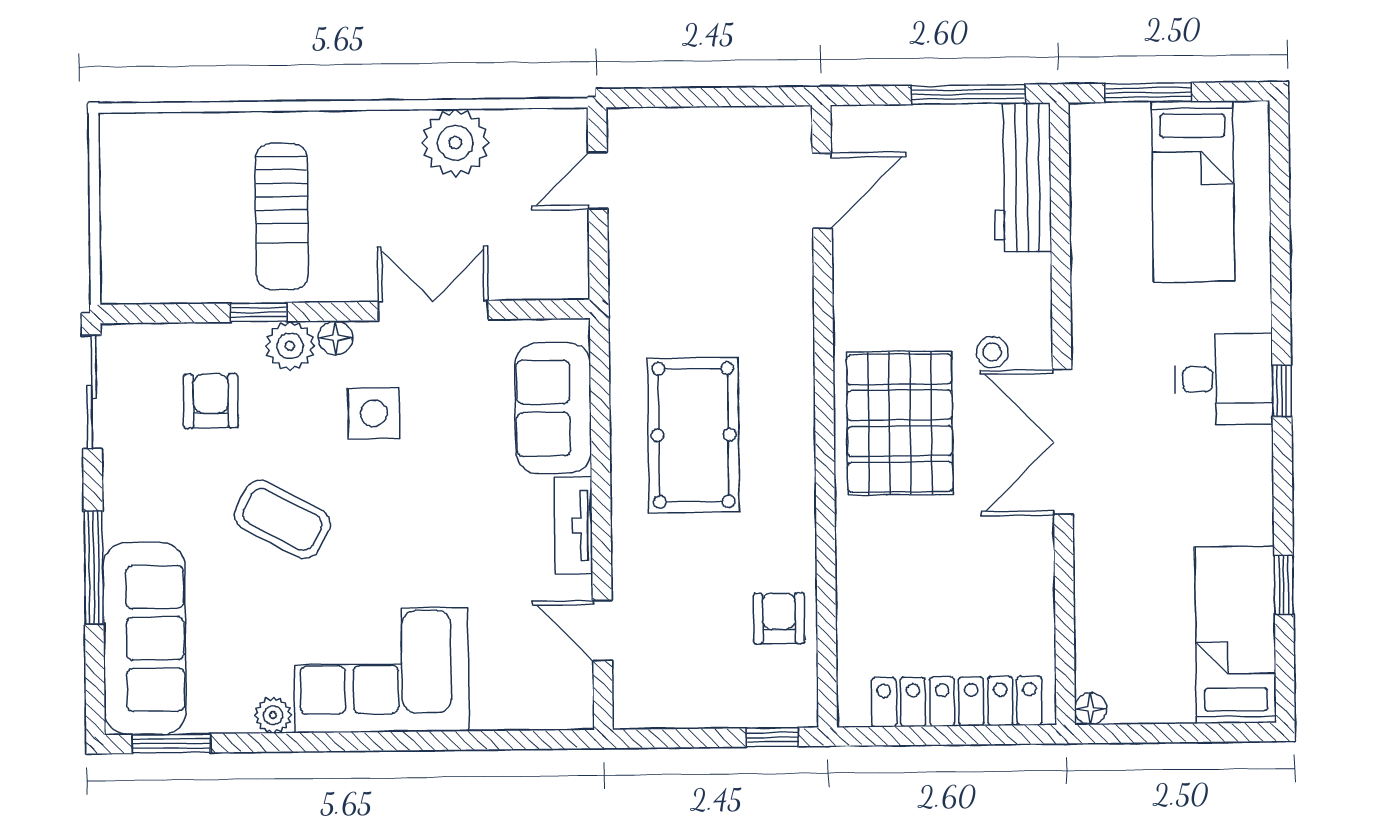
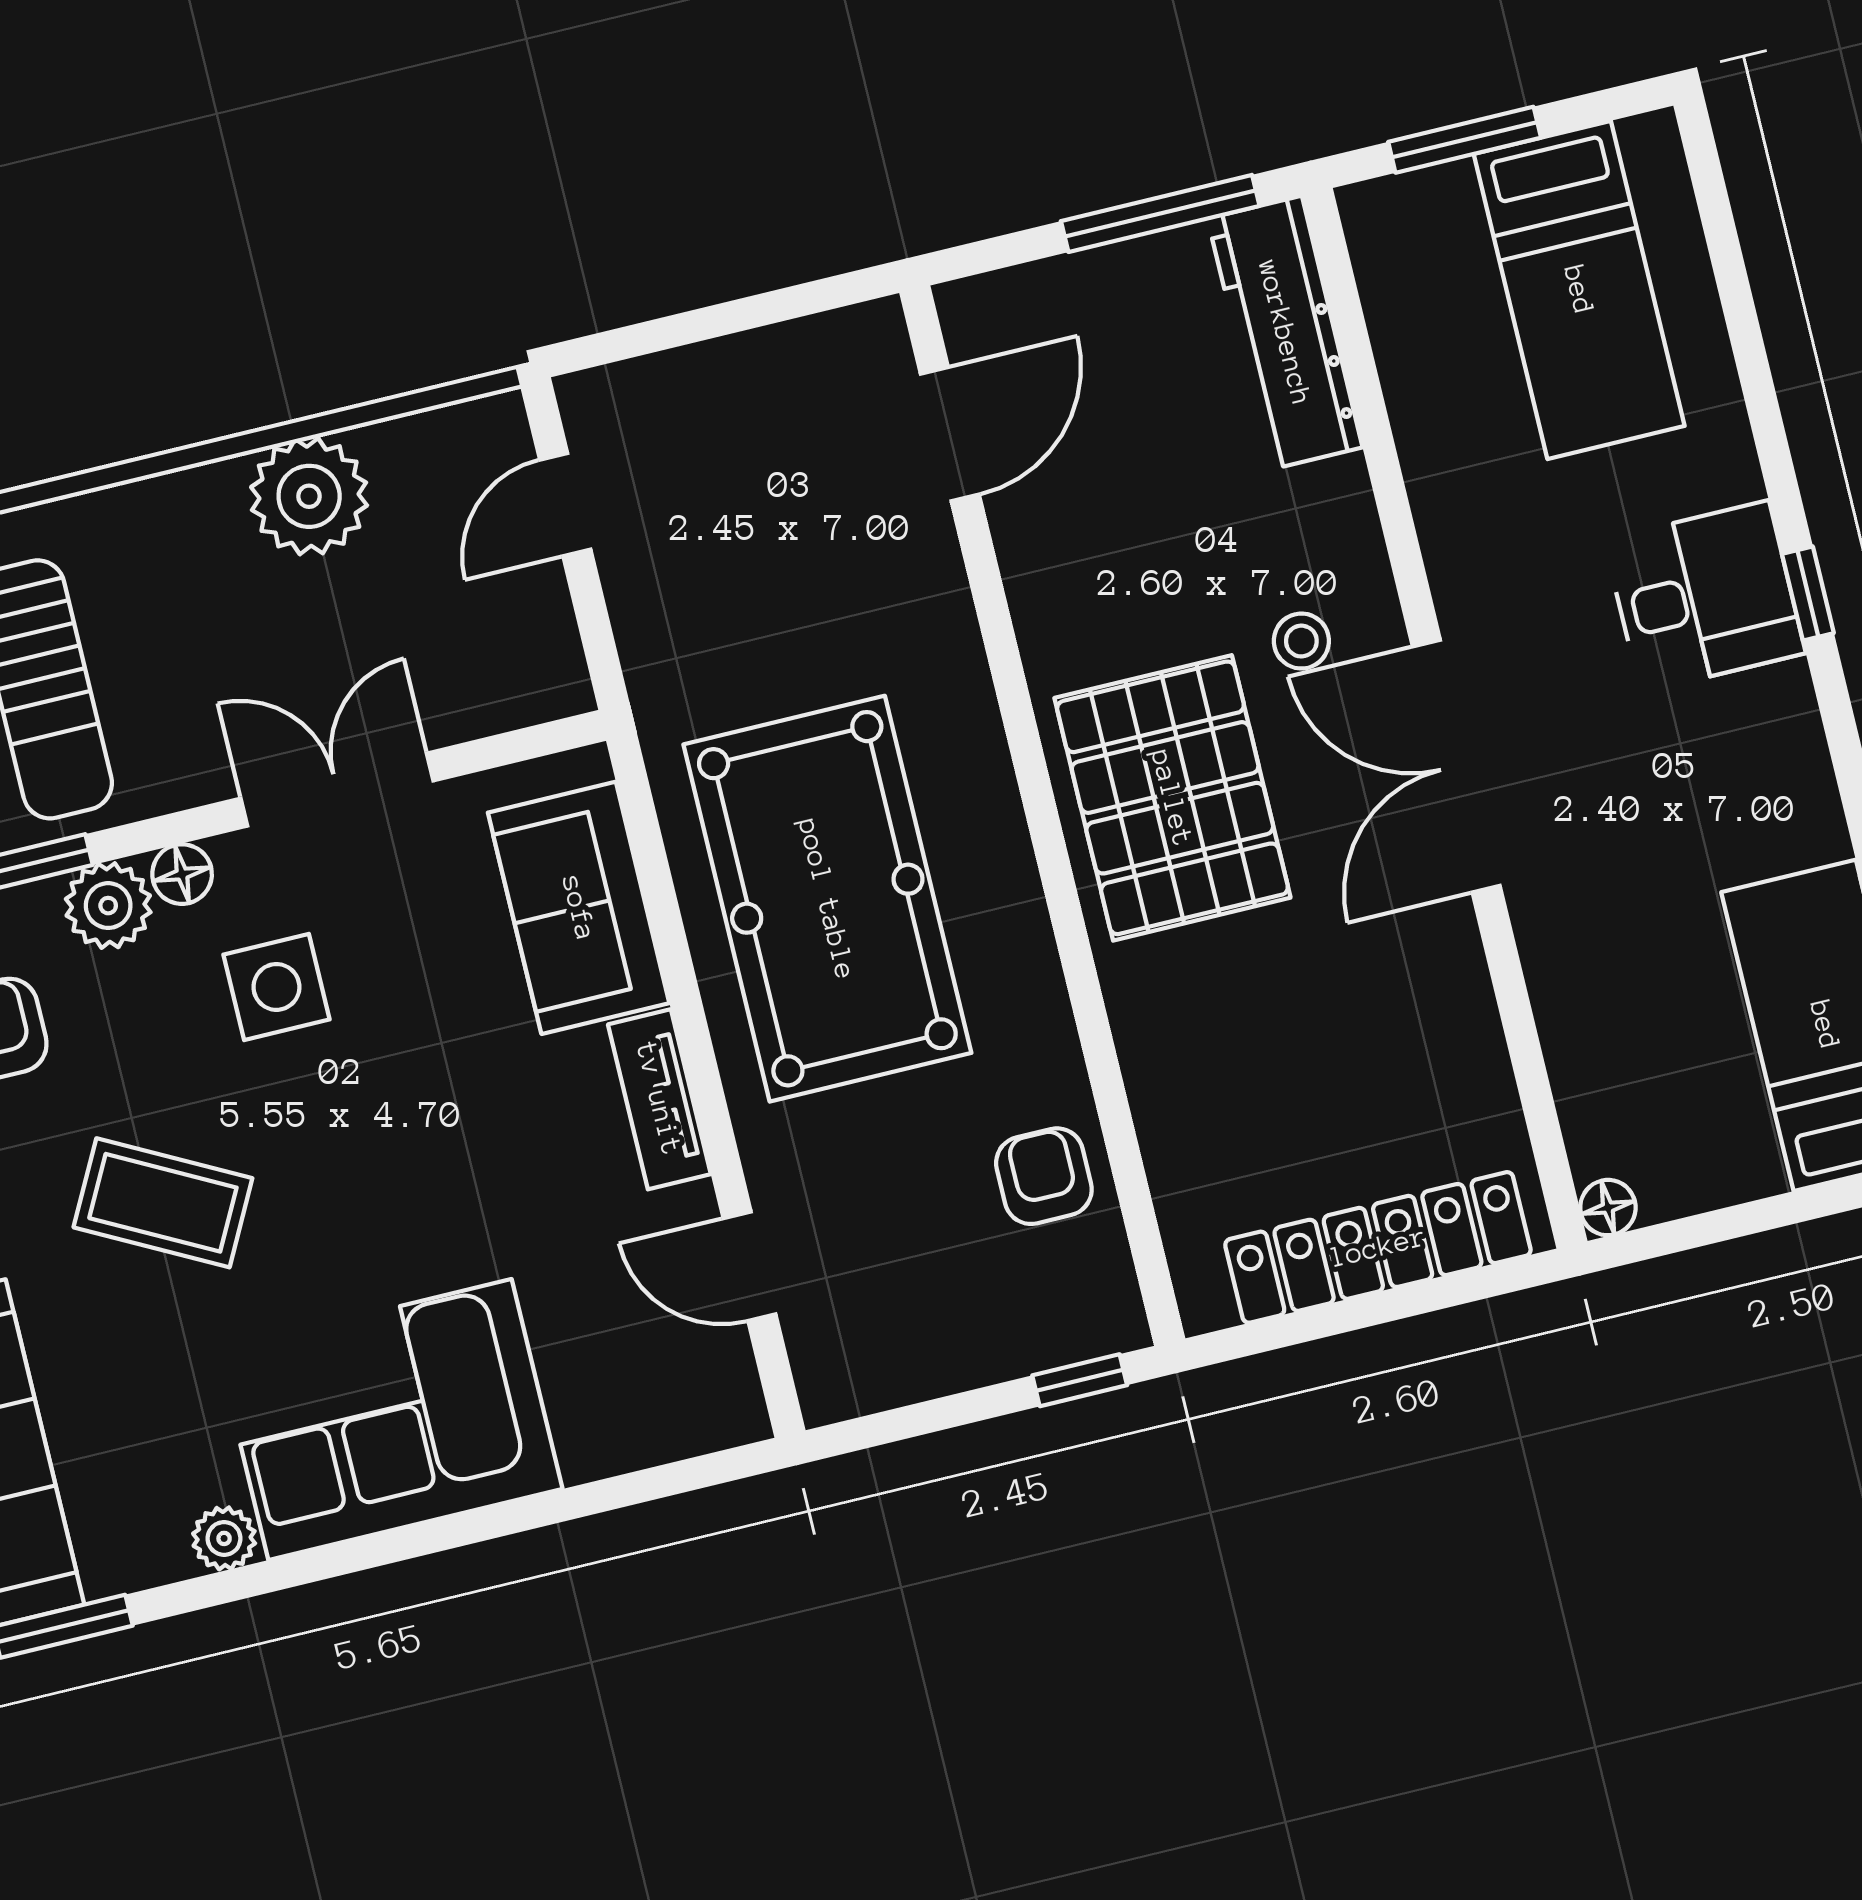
pool table: (694, 435) -> (827, 899), width x1.36, depth x1.32

